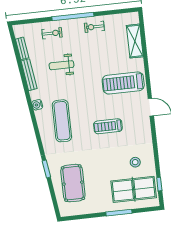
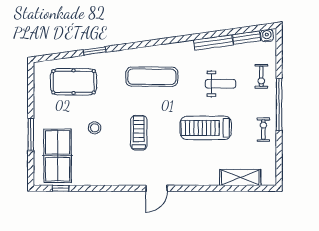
weight bench: (61, 65) -> (221, 84), turned 90
treadmill: (123, 83) -> (206, 128), moved, turned -90
water cooler: (37, 105) -> (267, 36), moved
stool: (135, 162) -> (95, 128), moved

